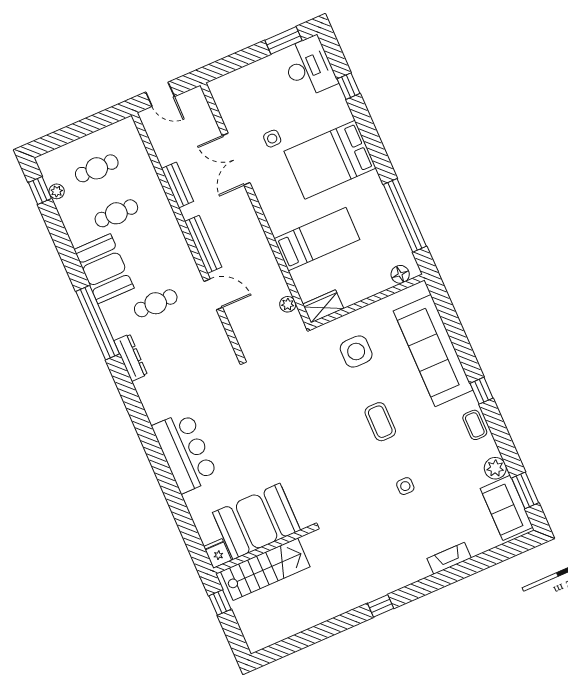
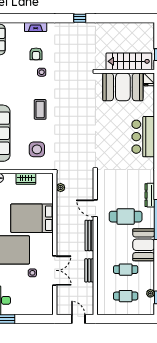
bed: (317, 239) -> (32, 218), width x1.50
cafe table: (156, 303) -> (126, 217), width x1.37, depth x1.35
wardrobe: (323, 306) -> (26, 179), moved
armchair: (428, 513) -> (36, 54), added

